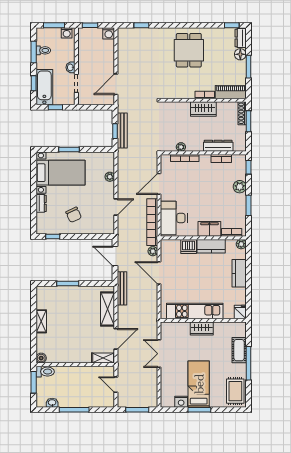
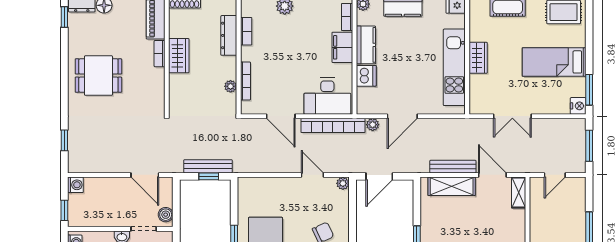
boiler: (87, 99) -> (166, 215), added
plant: (110, 177) -> (343, 183), moved
bench: (122, 288) -> (453, 167), moved
nightstand: (181, 402) -> (578, 106), moved
window: (199, 410) -> (589, 90), moved

